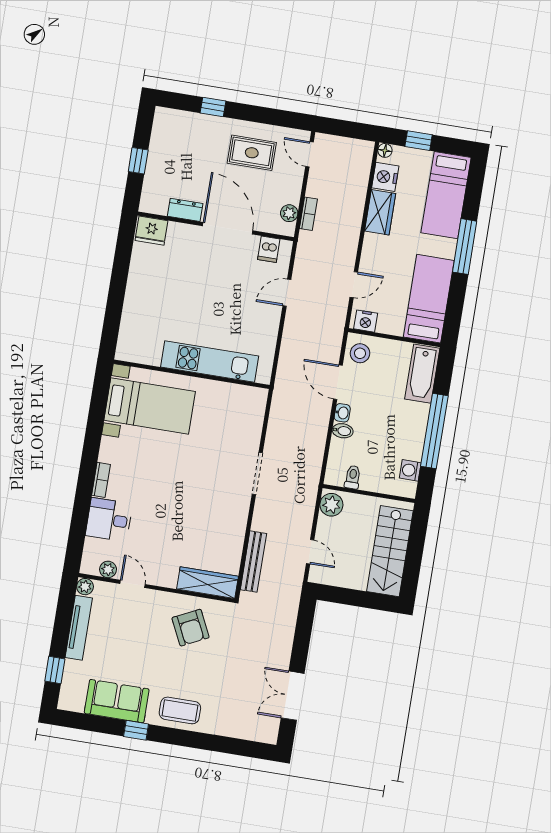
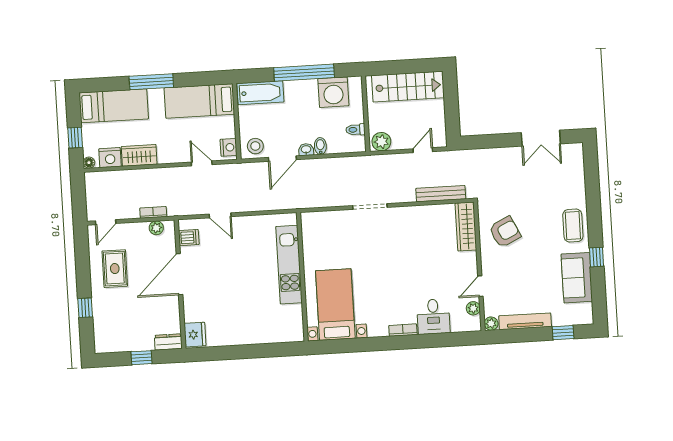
dresser: (185, 210) -> (168, 342), moved, turned 90
washing machine: (410, 470) -> (333, 92), width x1.89, depth x1.89

